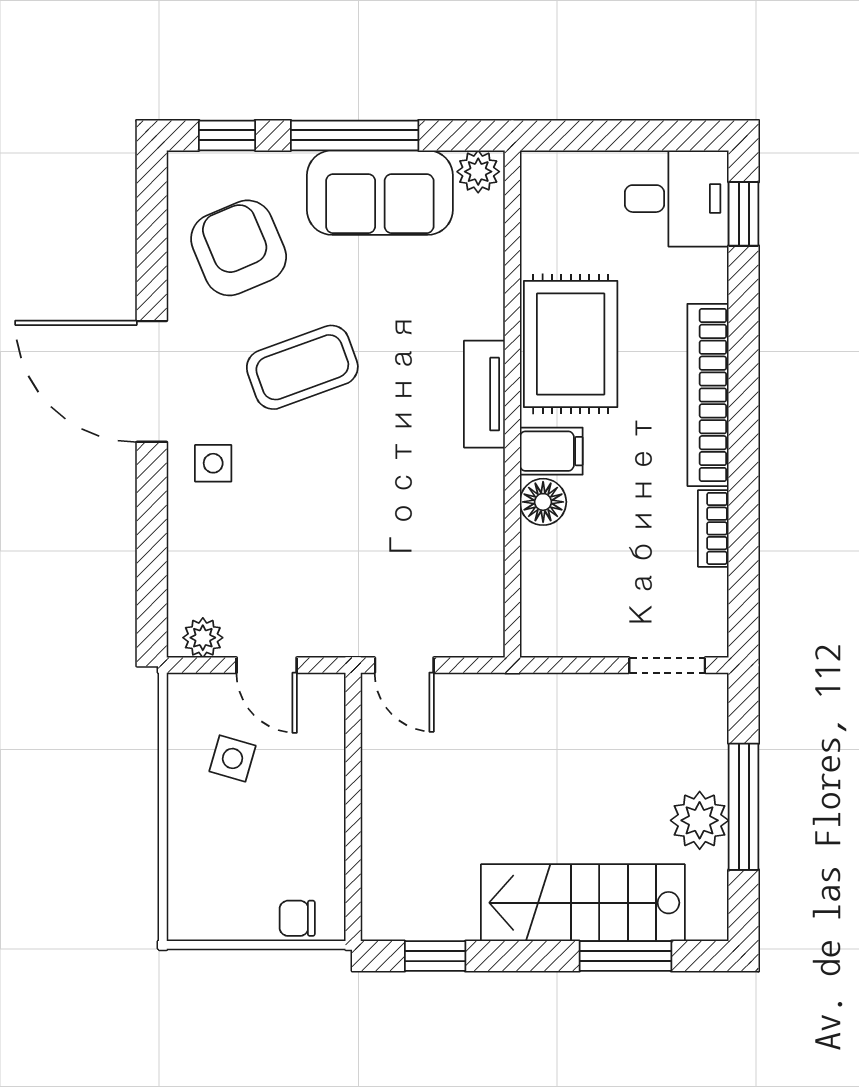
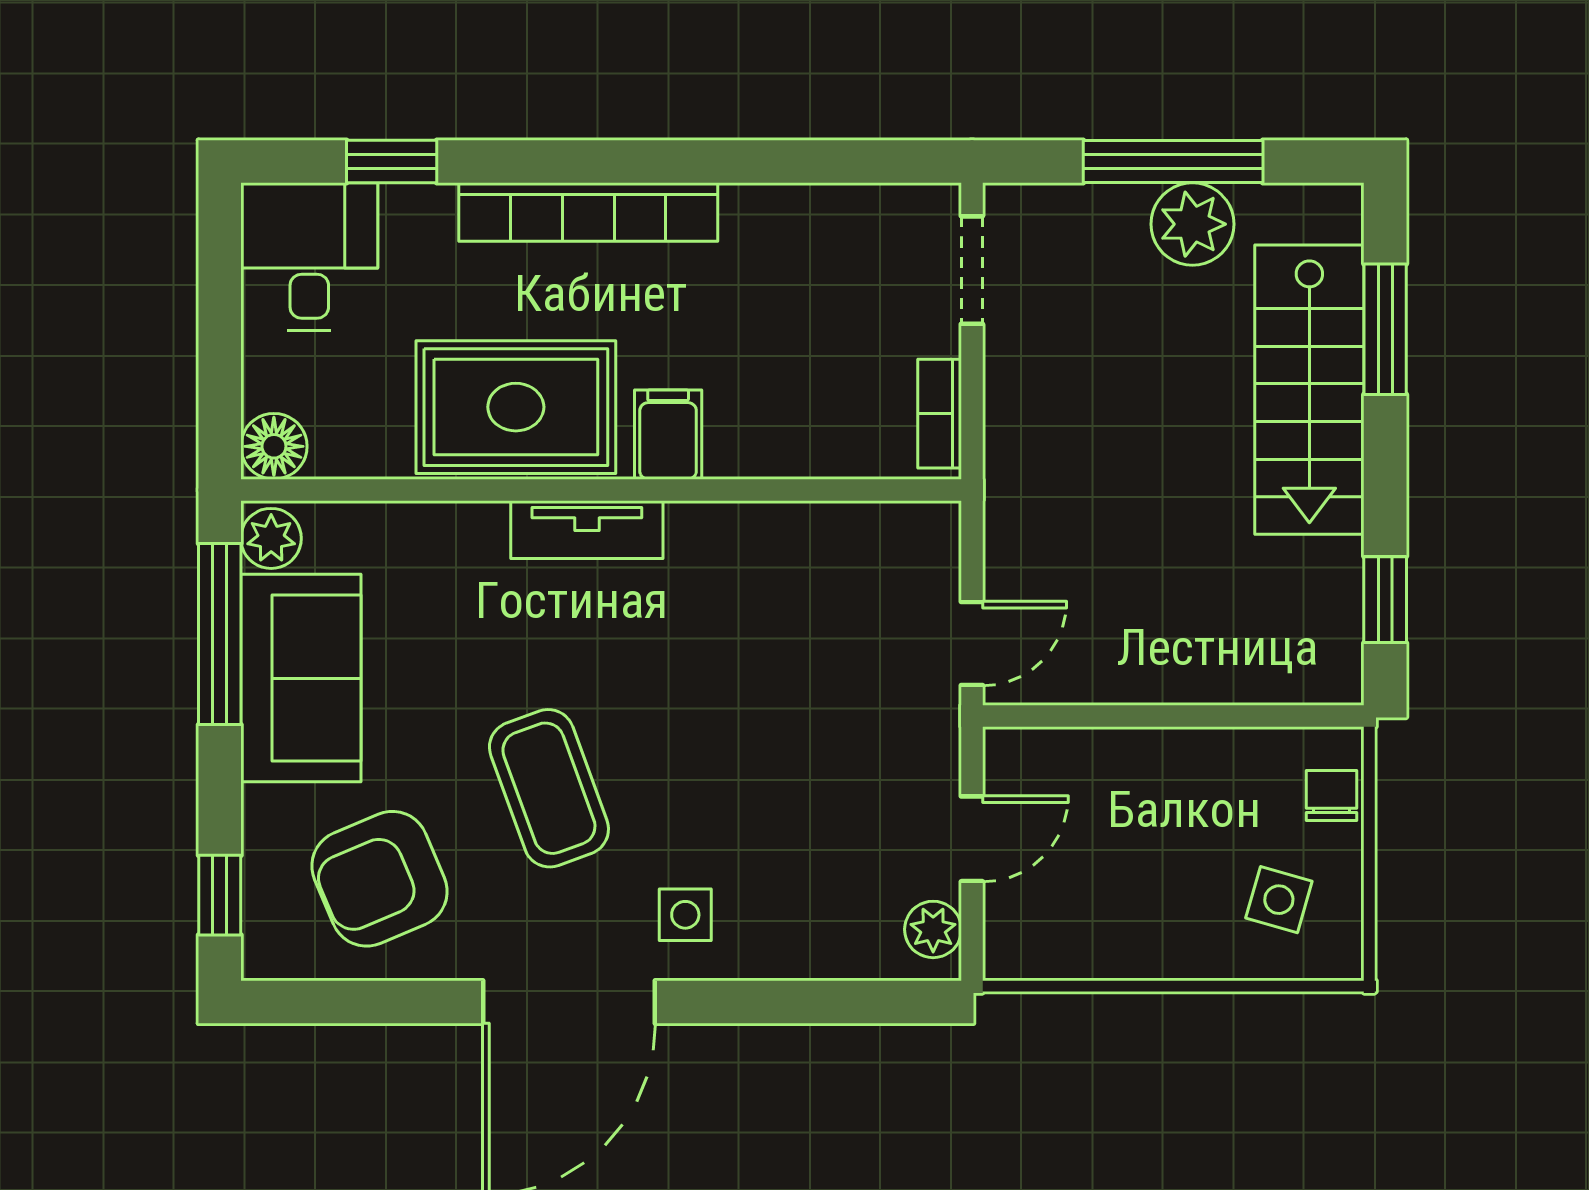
window: (355, 135) -> (220, 634), moved
window: (744, 214) -> (392, 161), moved
floor lamp: (543, 502) -> (274, 446), moved
bookcase: (713, 528) -> (940, 414), moved, turned 90
side table: (233, 758) -> (1279, 900), moved
chair: (297, 918) -> (1332, 795), turned 180

